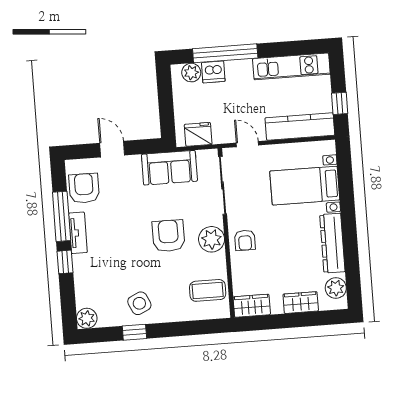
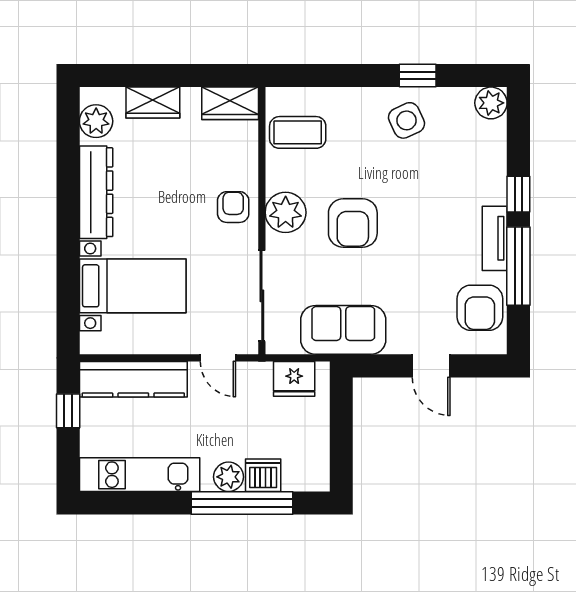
plant: (191, 73) -> (229, 477), moved

